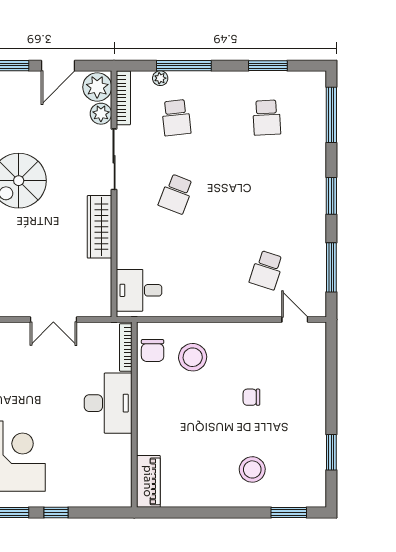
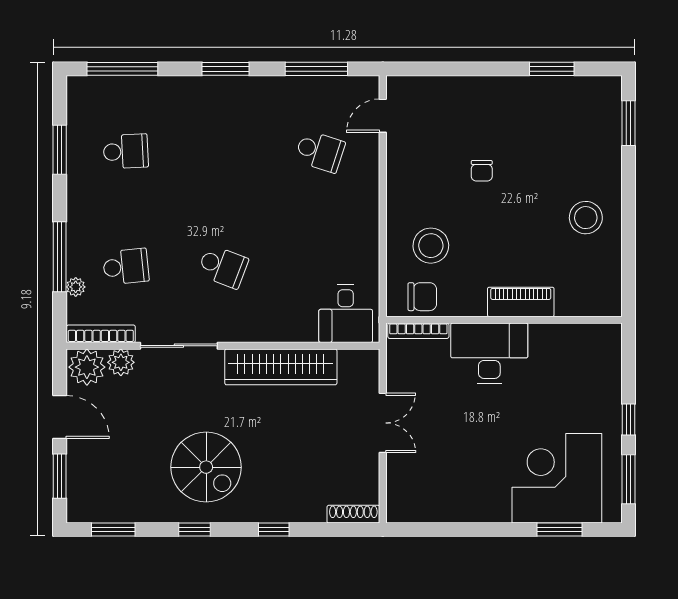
wardrobe: (99, 227) -> (281, 367), width x1.40, depth x1.17
stool: (252, 469) -> (586, 218), moved
piano: (148, 481) -> (521, 302), moved

